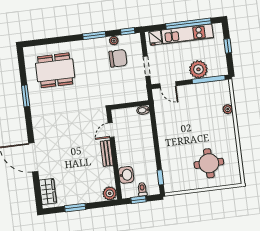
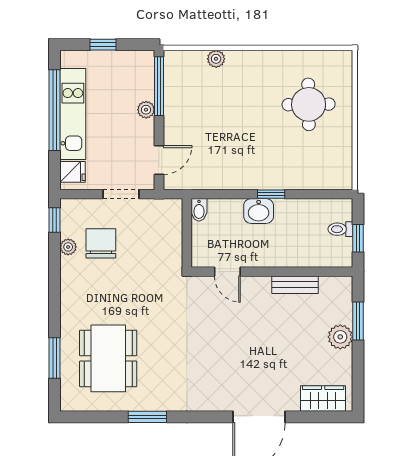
window: (94, 35) -> (55, 358), moved
plant: (198, 69) -> (146, 110), width x0.53, depth x0.53
bench: (107, 153) -> (295, 285), moved
washbasin: (126, 175) -> (259, 211), moved, turned 180
window: (160, 177) -> (271, 194), moved
plant: (110, 193) -> (340, 337), moved
window: (75, 208) -> (358, 321), moved

